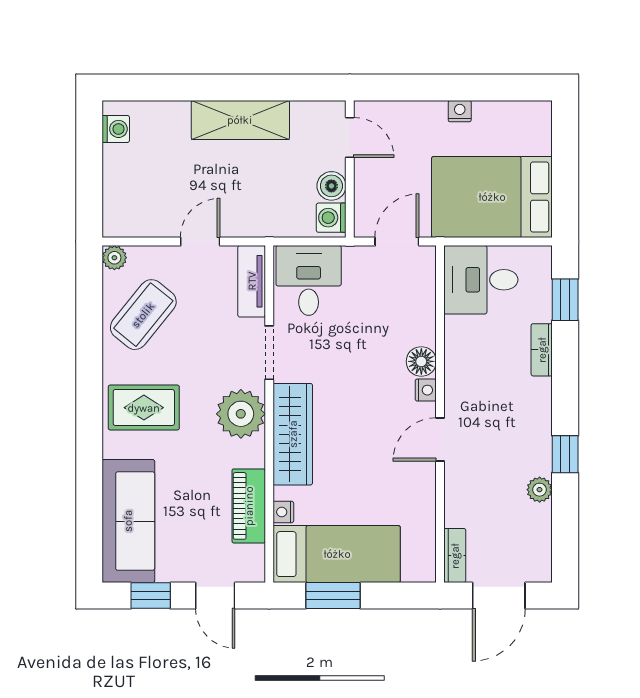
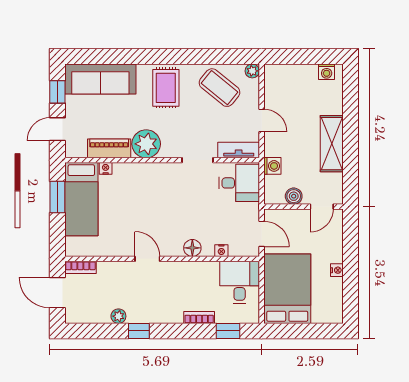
washing machine: (331, 218) -> (272, 166), moved, turned 90
nightstand: (426, 390) -> (221, 251), moved
plant: (241, 414) -> (146, 144), moved
wardrobe: (293, 434) -> (150, 174), removed

